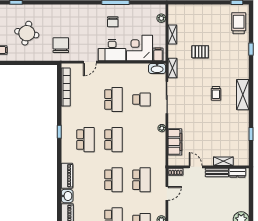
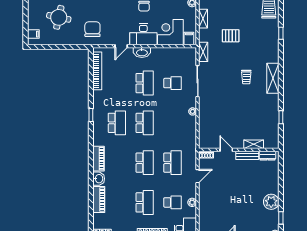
washbasin: (157, 69) -> (142, 52), moved
filing cabinet: (175, 142) -> (206, 125), removed

